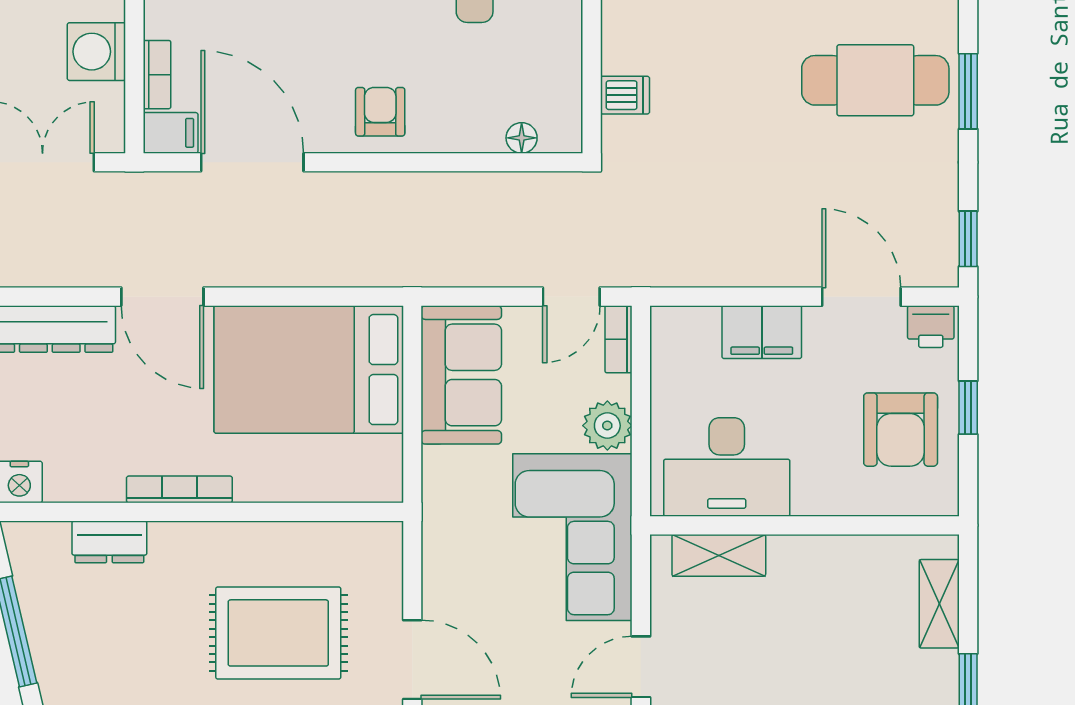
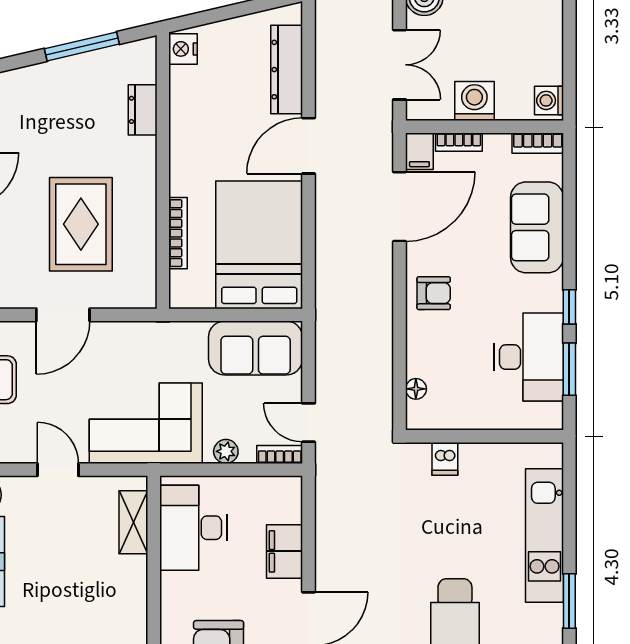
plant: (607, 426) -> (226, 451), width x0.73, depth x0.73
bookcase: (179, 489) -> (178, 233), moved

